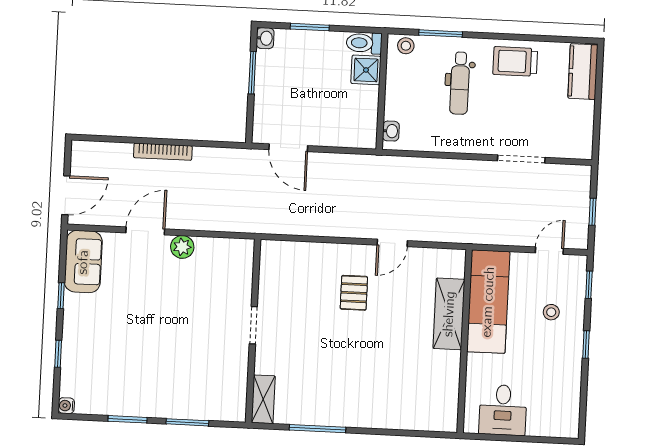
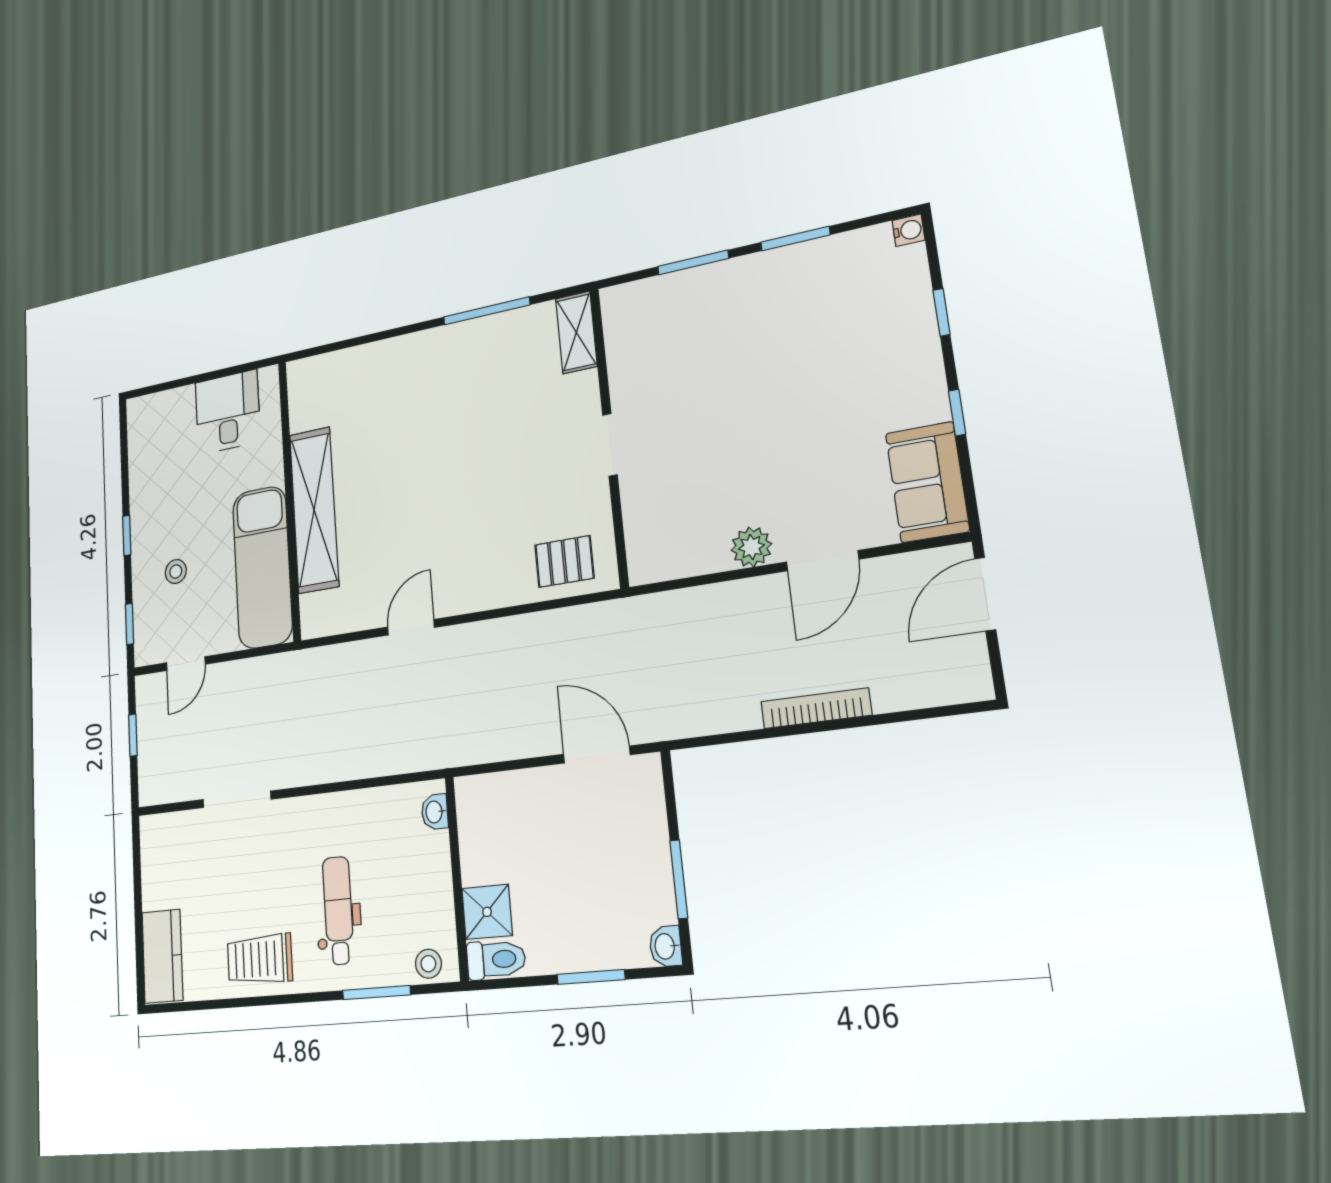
trolley: (515, 61) -> (260, 959), turned 180
pallet: (354, 293) -> (564, 561), moved, turned 90
shelving: (449, 314) -> (314, 510), width x1.47

